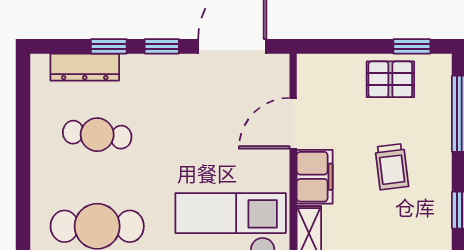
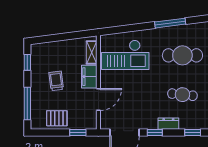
window: (109, 46) -> (193, 132), moved
window: (412, 46) -> (78, 132), moved
dresser: (85, 67) -> (168, 124), moved, width x0.70

